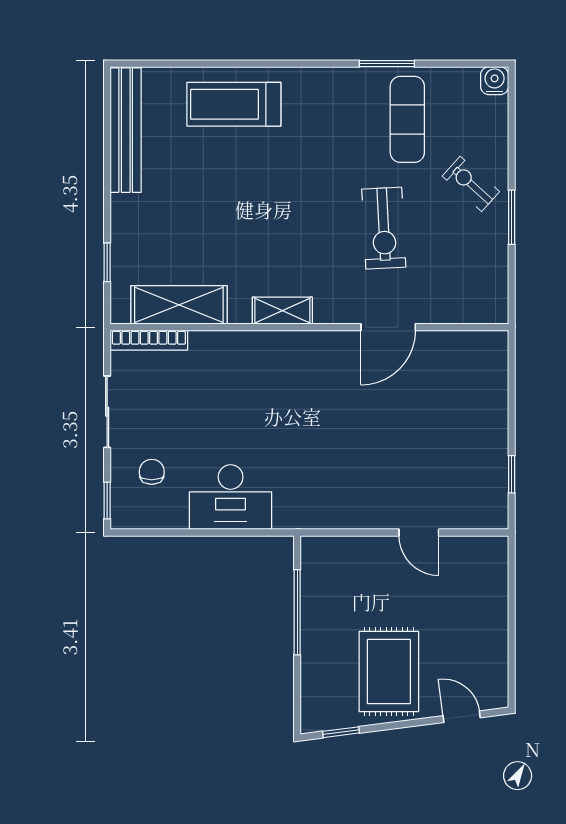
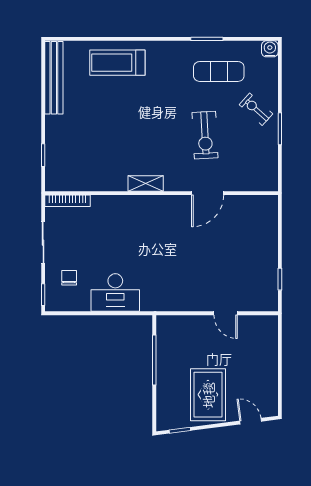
exercise mat: (407, 119) -> (219, 71), turned 90
shelving: (179, 305) -> (85, 180), removed

